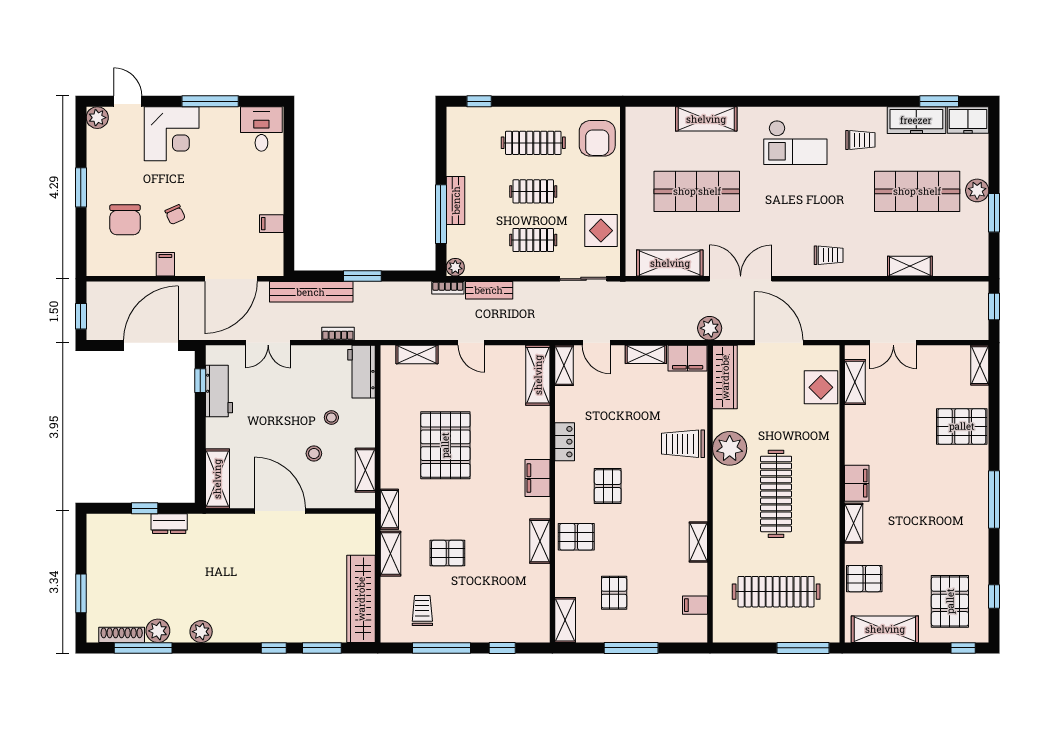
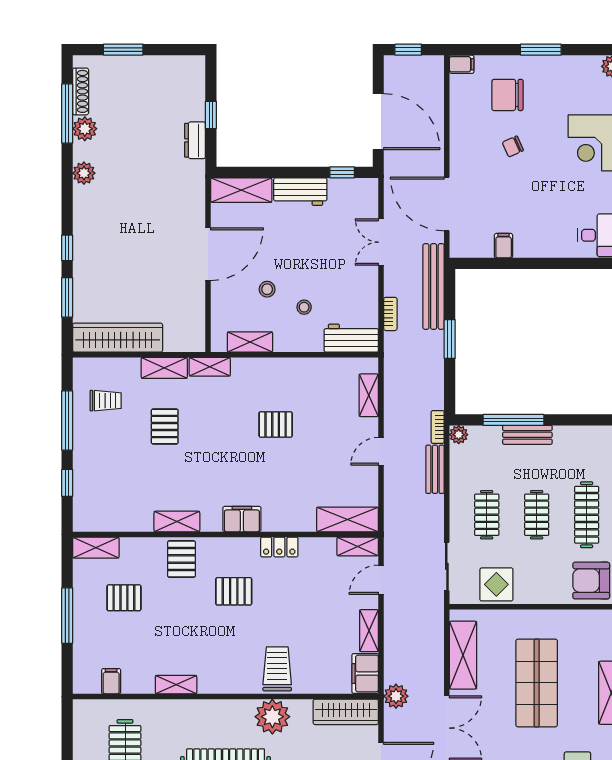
filing cabinet: (165, 264) -> (462, 64), moved
workbench: (219, 391) -> (300, 192), moved
pallet: (445, 445) -> (276, 424), width x0.49, depth x0.50

